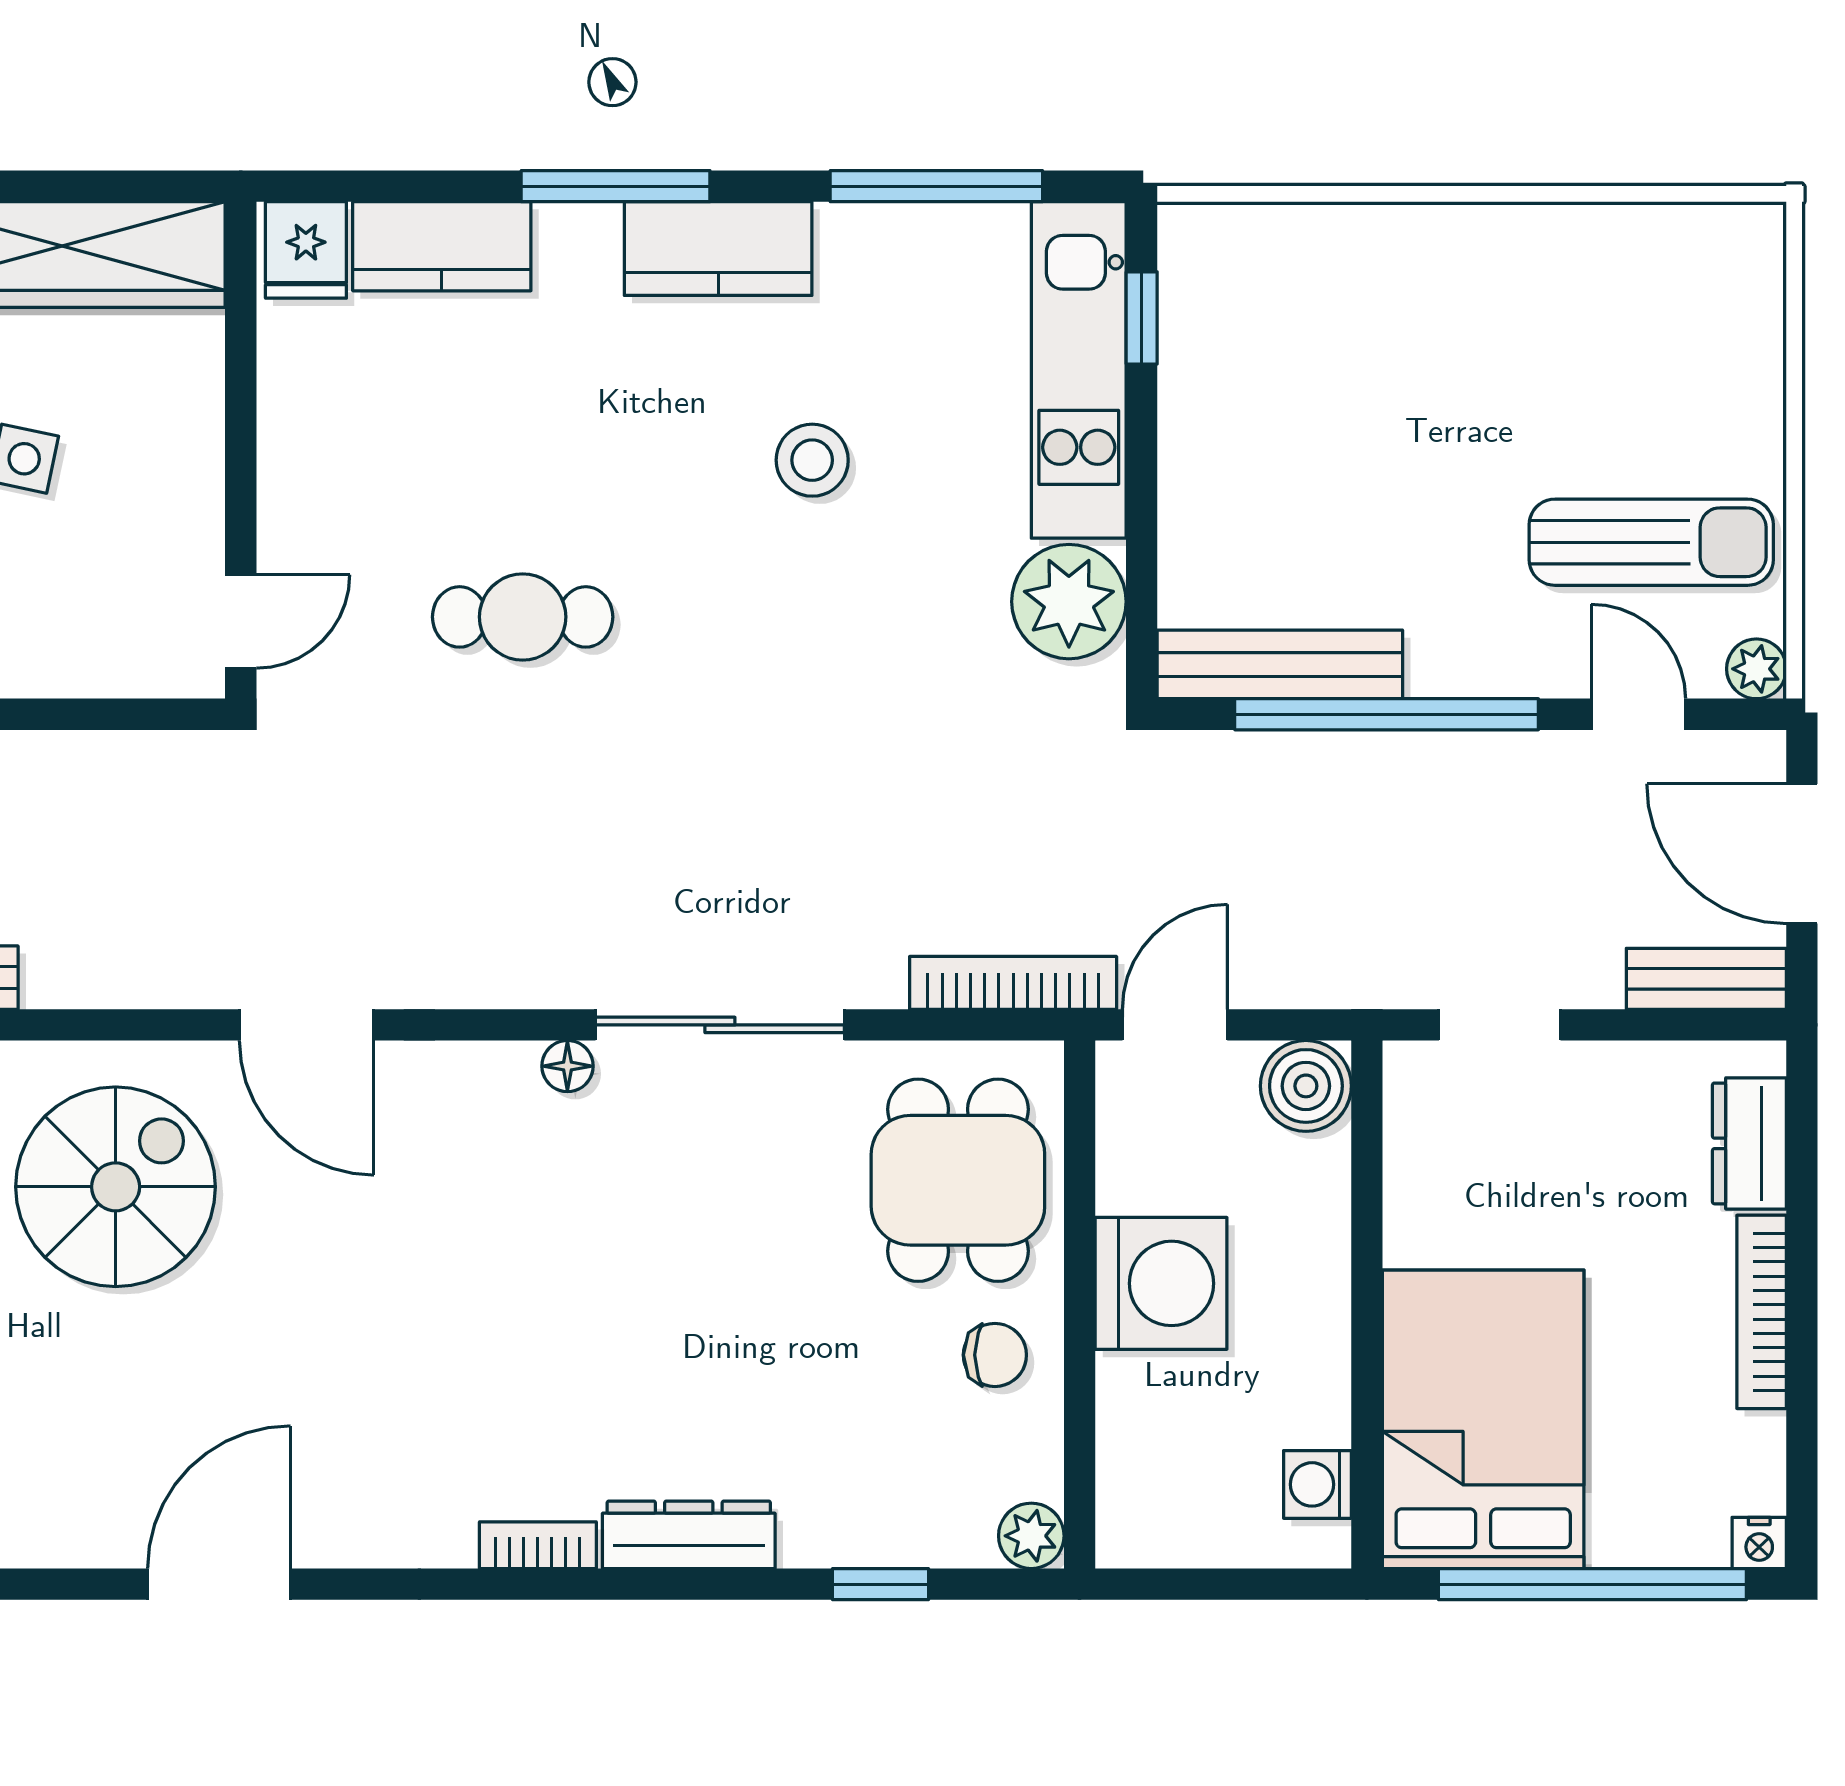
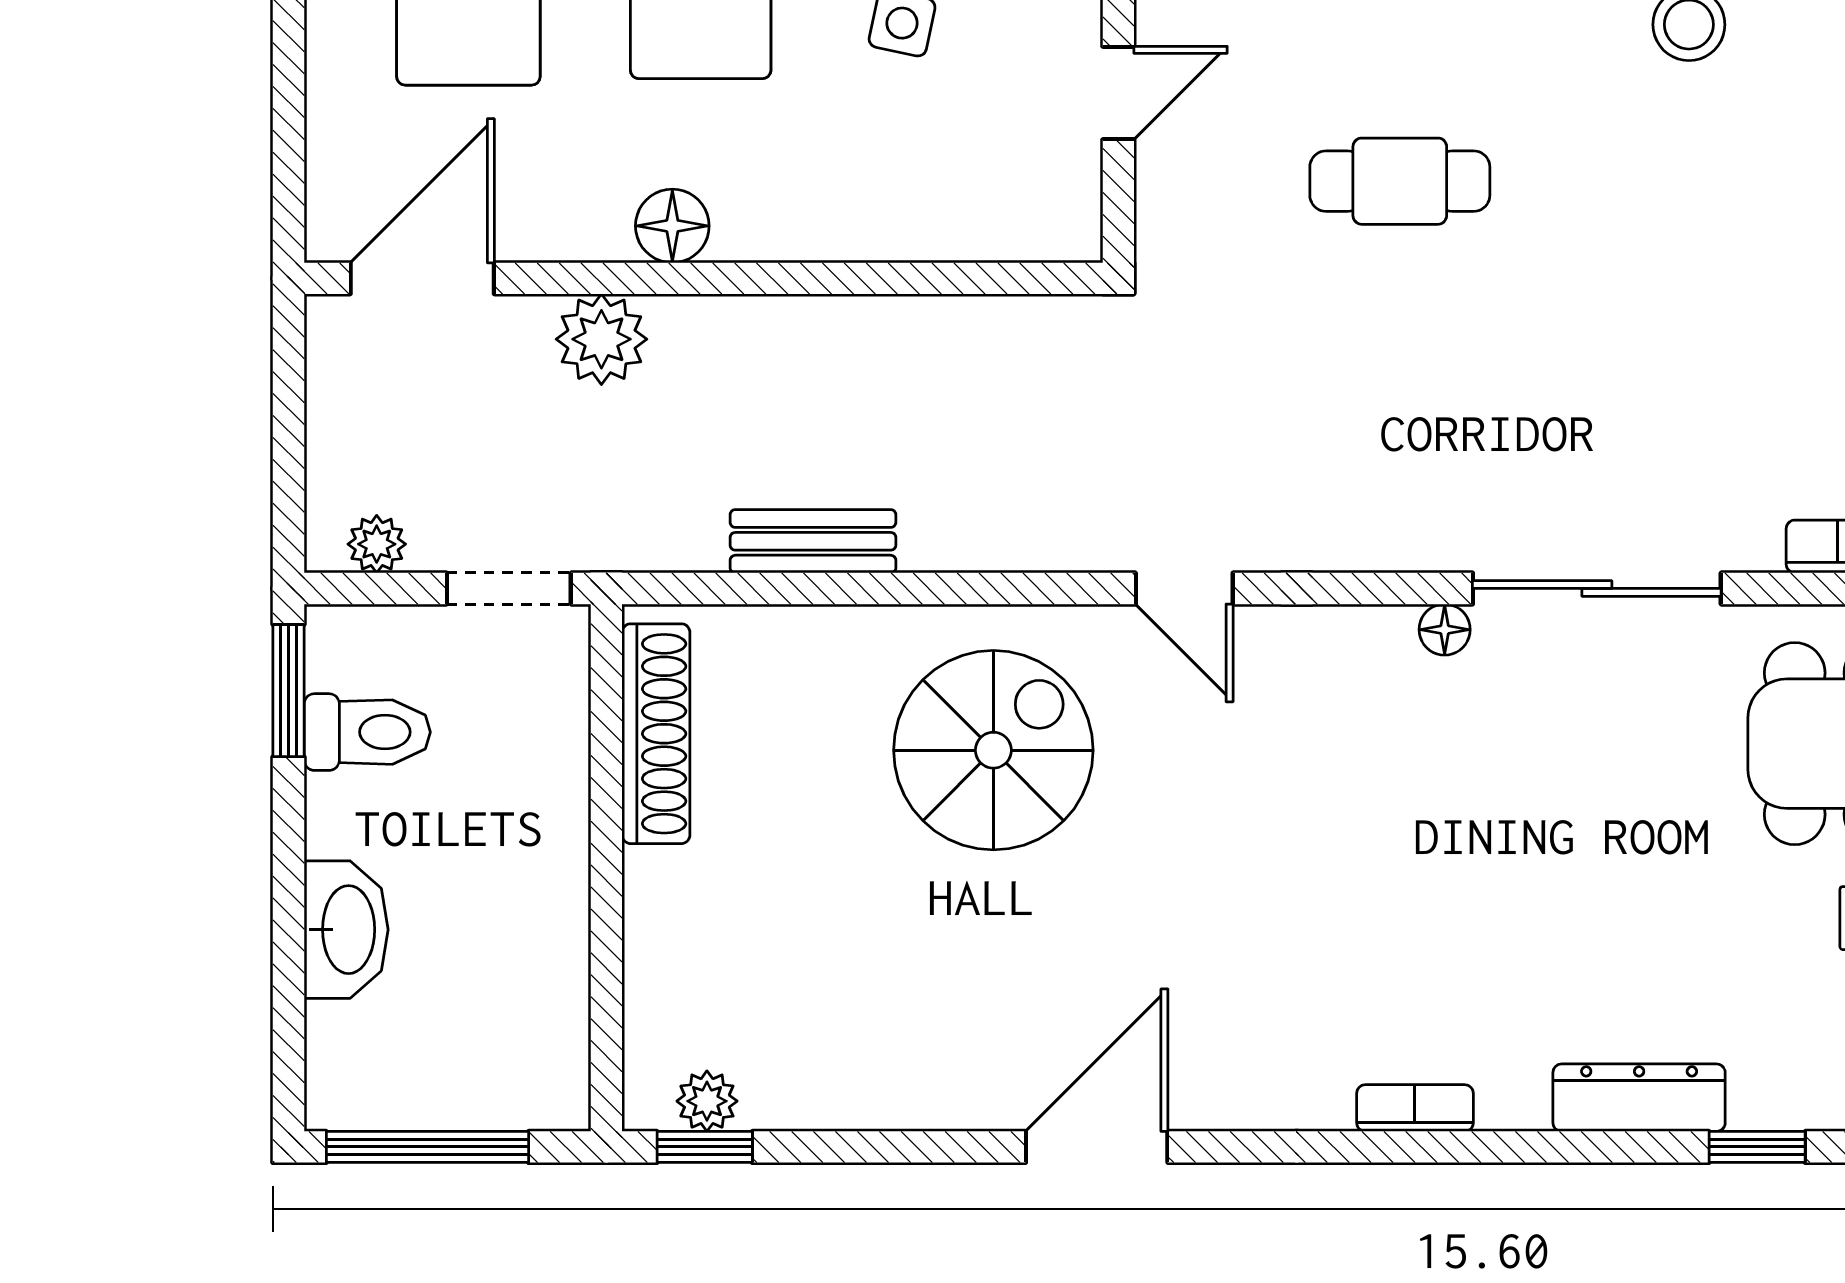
door: (241, 622) -> (1118, 93), moved
door: (307, 1025) -> (1184, 588), width x0.73
dresser: (689, 1535) -> (1639, 1098), moved

